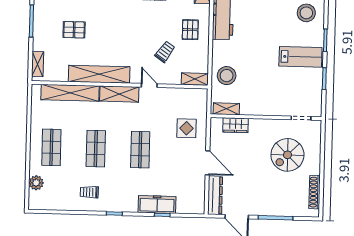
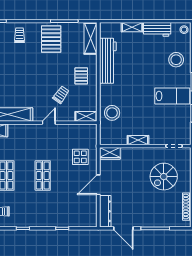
door: (149, 85) -> (49, 123), hinge flipped
shelving: (119, 94) -> (24, 130), removed
shelving: (226, 109) -> (138, 140), moved
wardrobe: (236, 125) -> (110, 153), moved
door: (207, 163) -> (98, 185), swing flipped
freezer: (157, 204) -> (58, 220), removed

